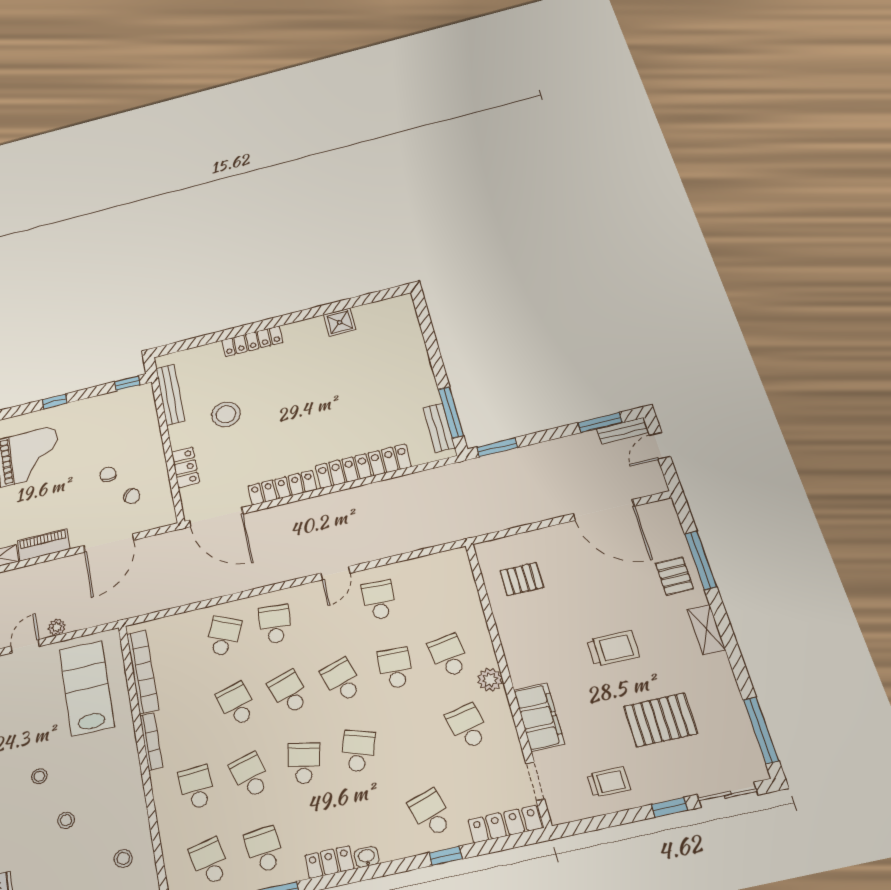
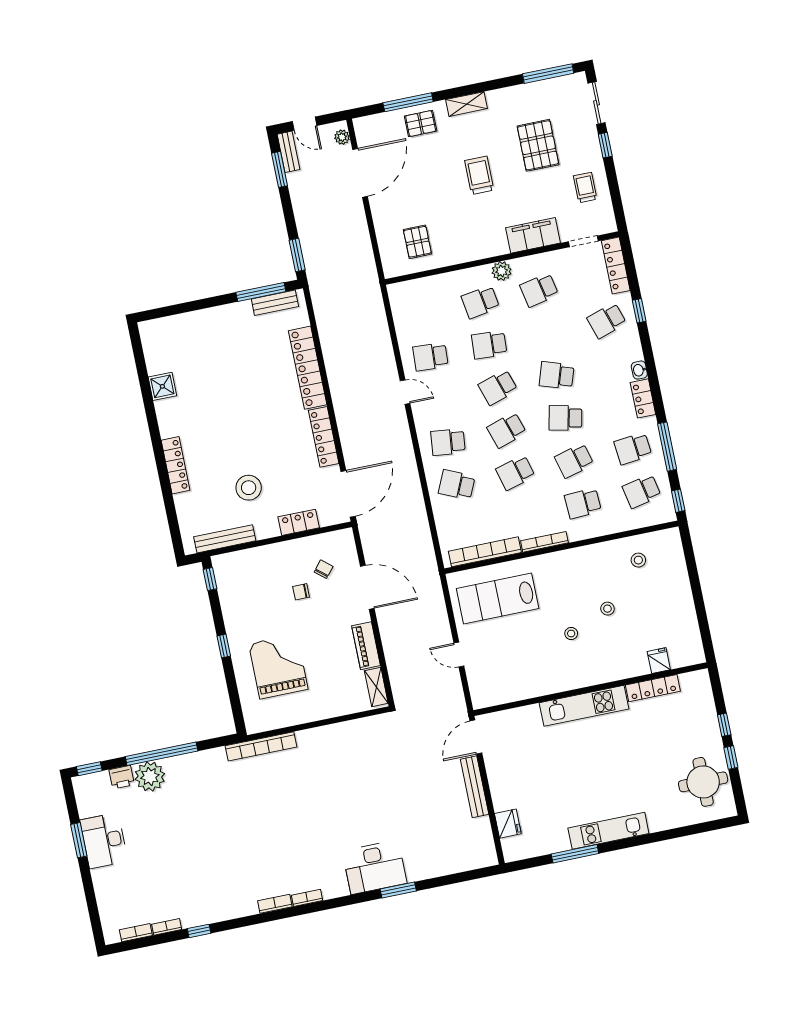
plant: (57, 627) -> (342, 137), moved

